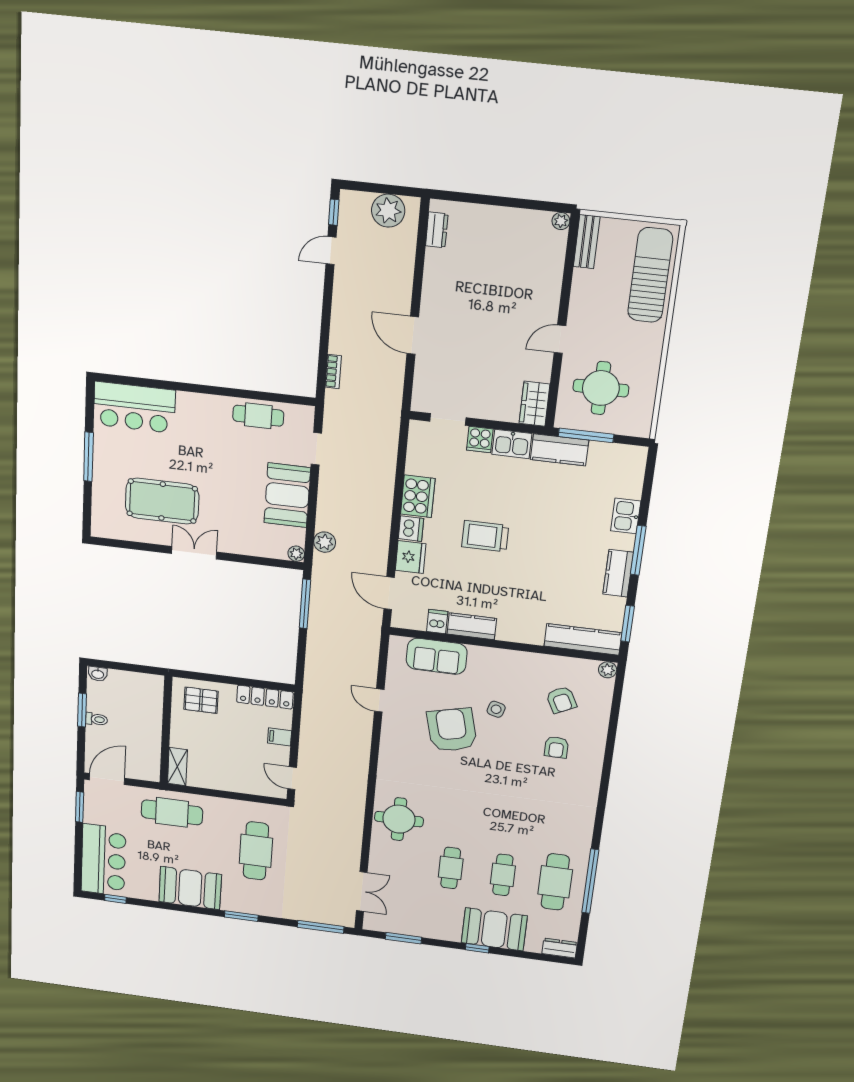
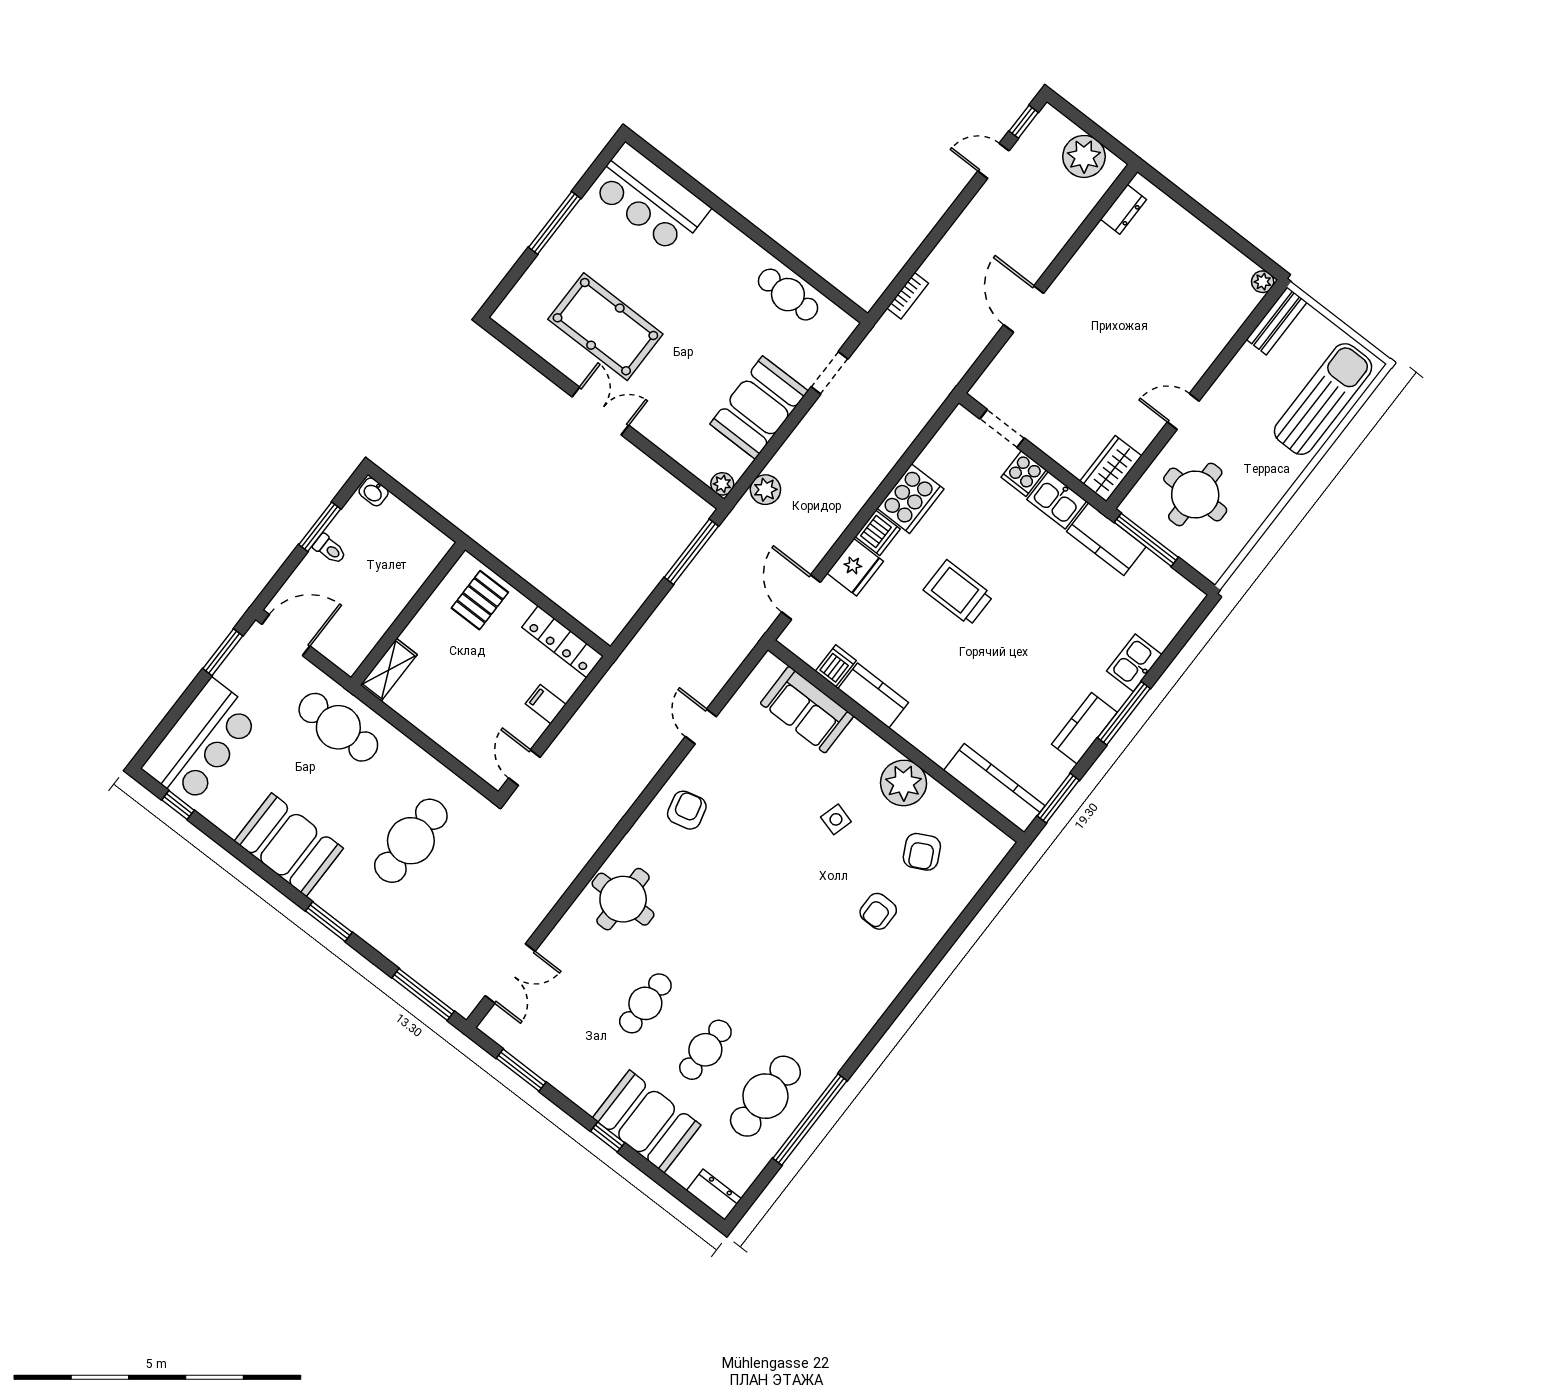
plant: (608, 670) -> (904, 783), moved, width x1.88, depth x1.88
pallet: (201, 700) -> (480, 600), turned 90
armchair: (452, 730) -> (687, 810), moved, width x0.53, depth x0.53

